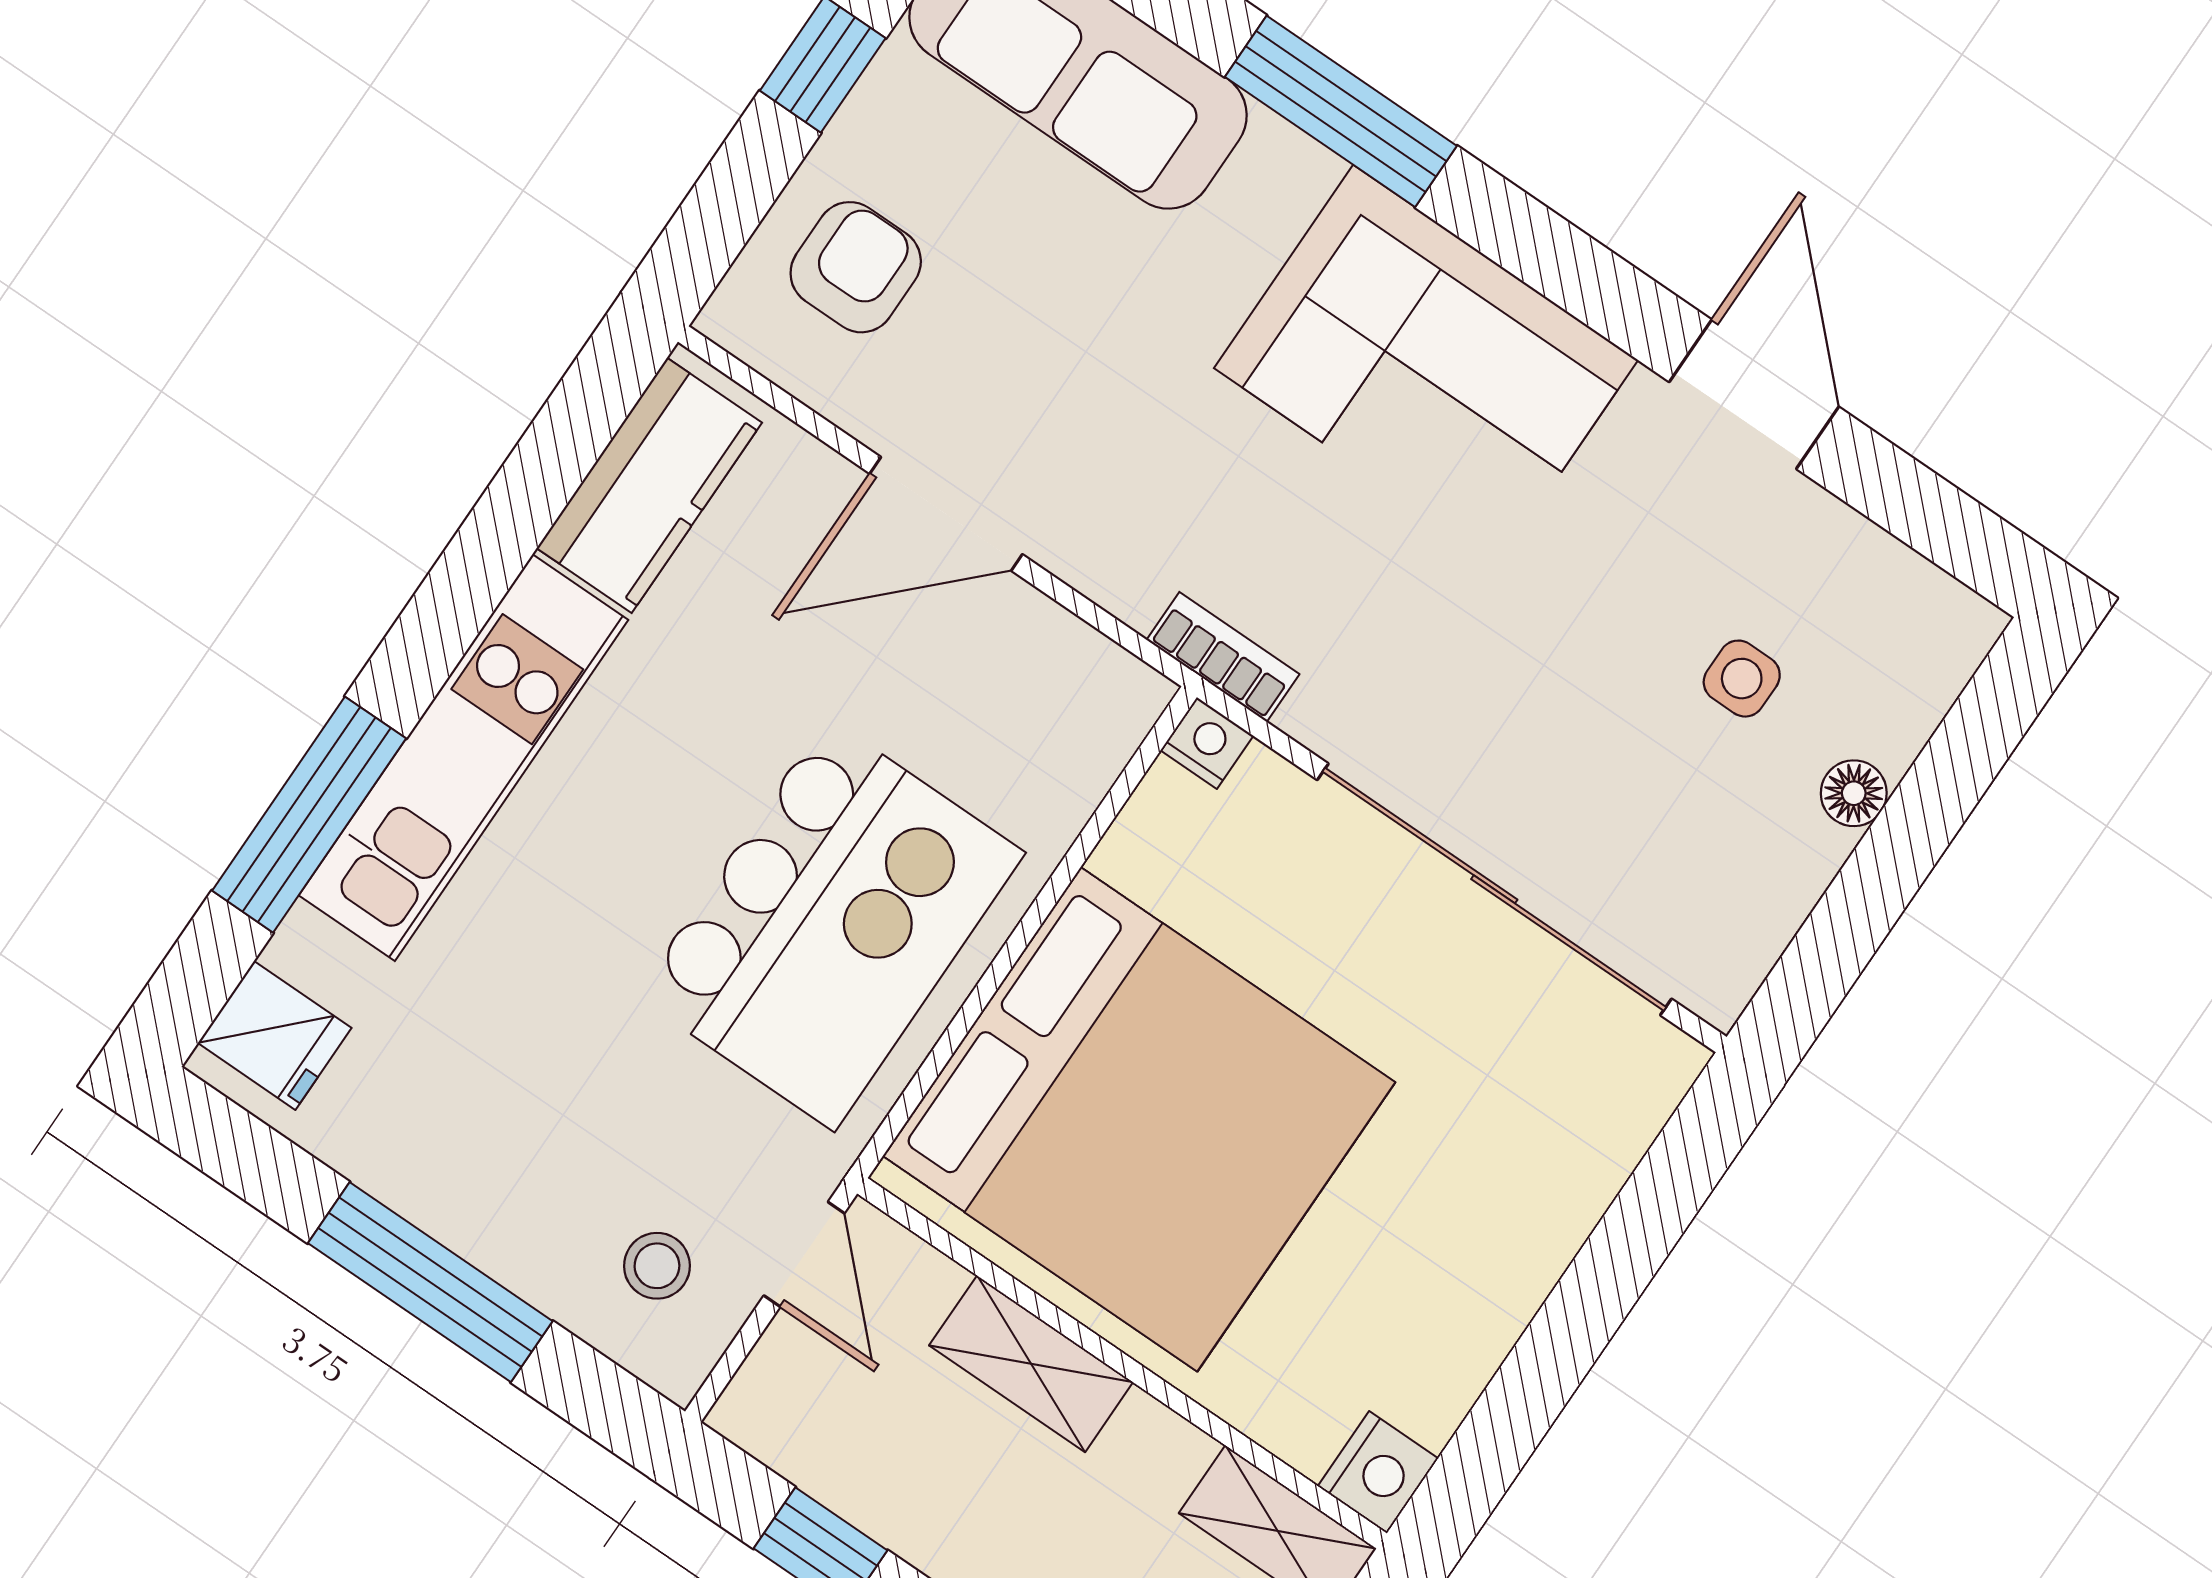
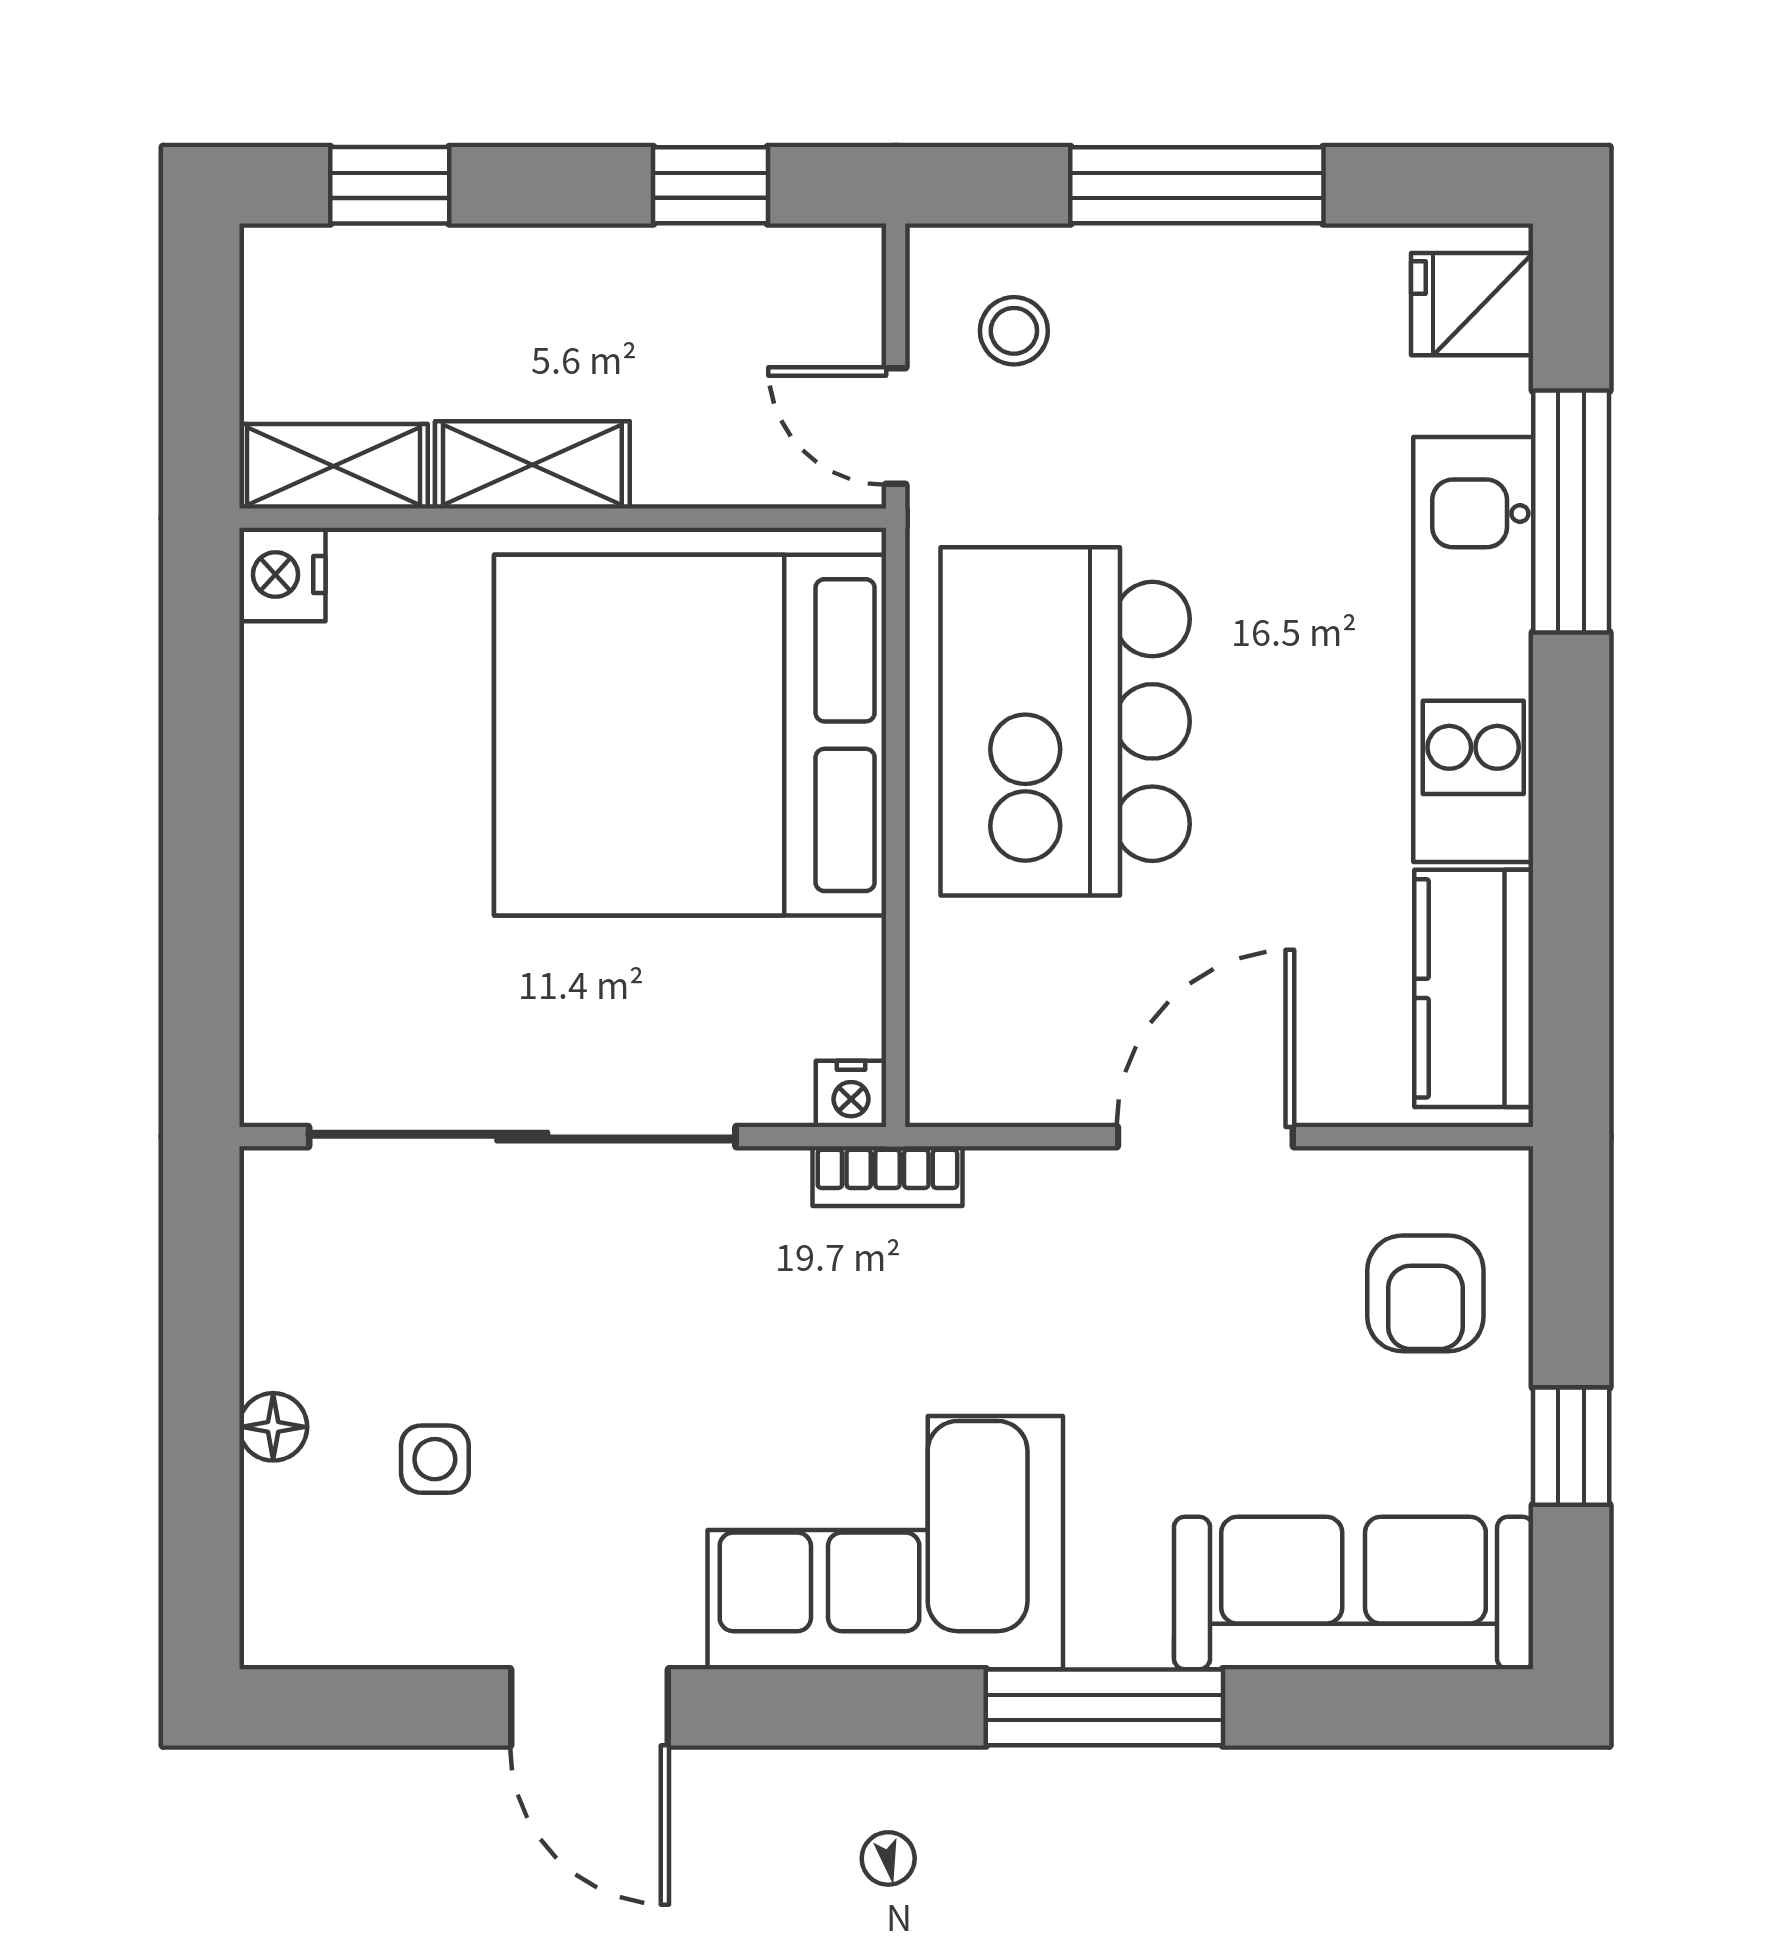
shelving: (1031, 1364) -> (532, 465), moved

